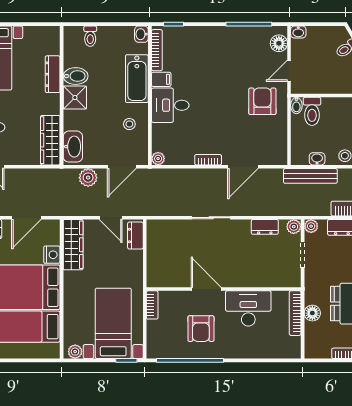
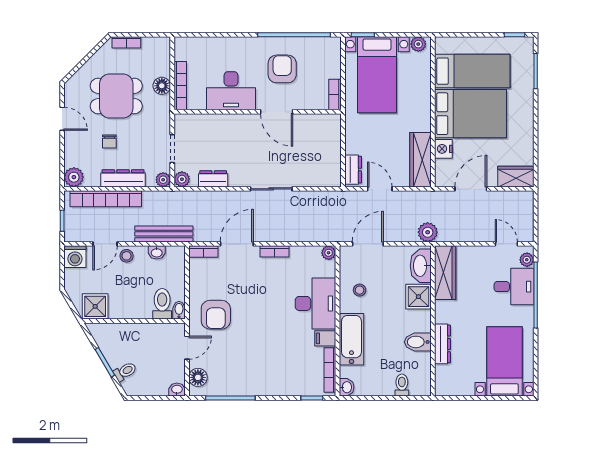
shower: (75, 98) -> (418, 297), moved
desk: (170, 105) -> (315, 303), width x1.37
bookcase: (274, 160) -> (203, 252), added
plant: (88, 178) -> (428, 232), moved

